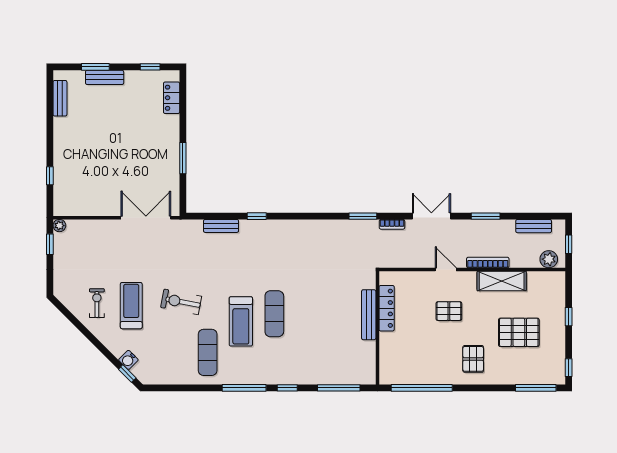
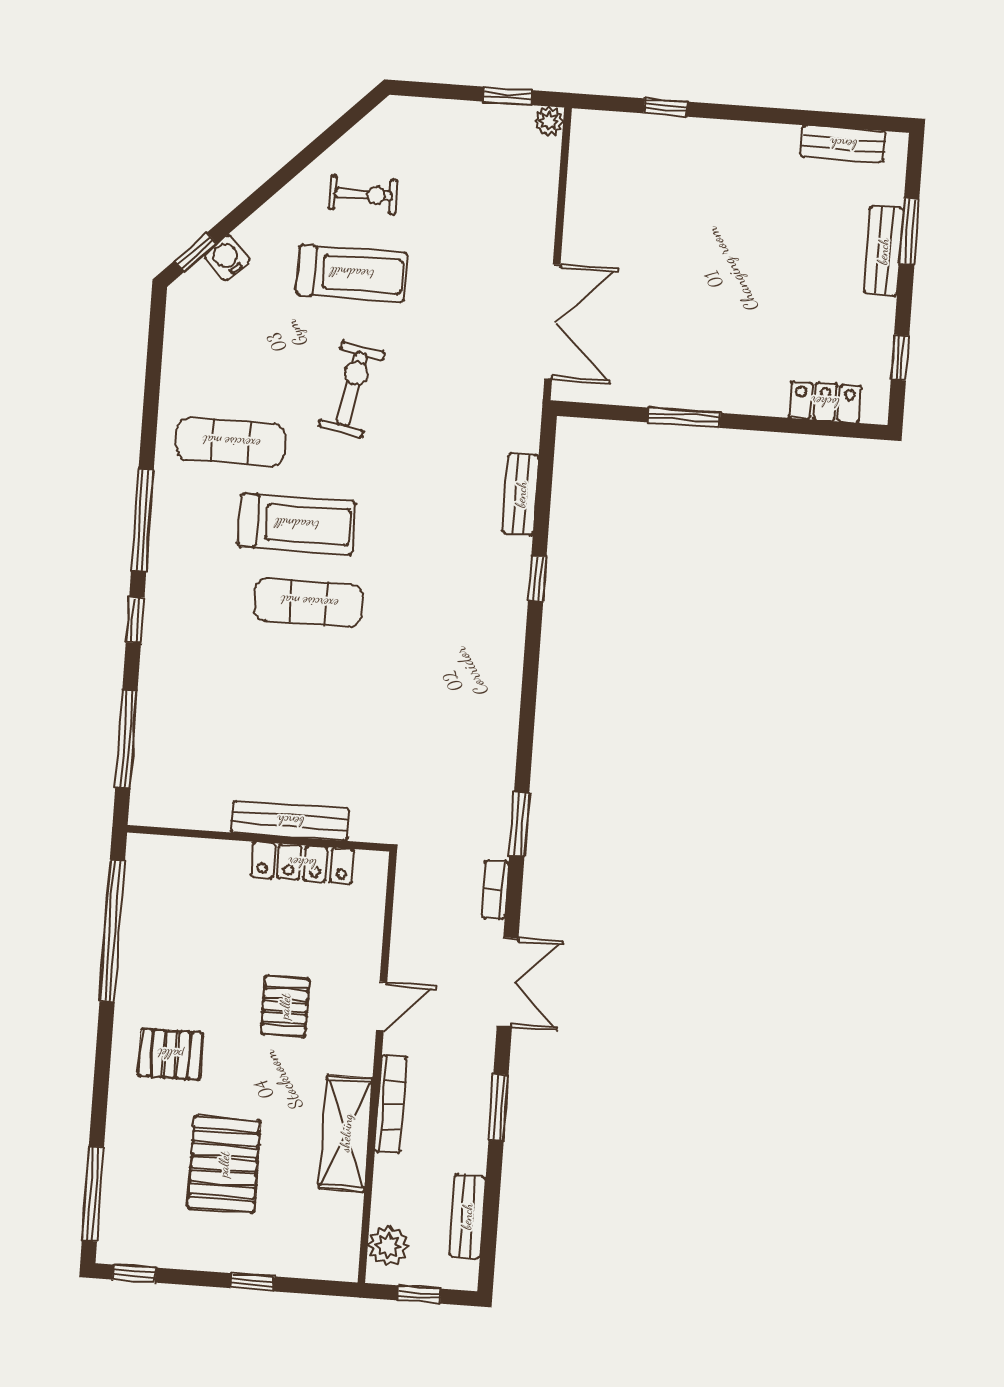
treadmill: (241, 321) -> (297, 524), turned 180

